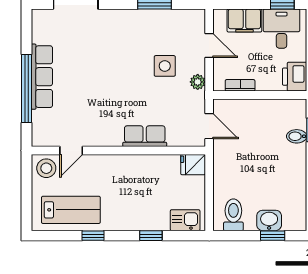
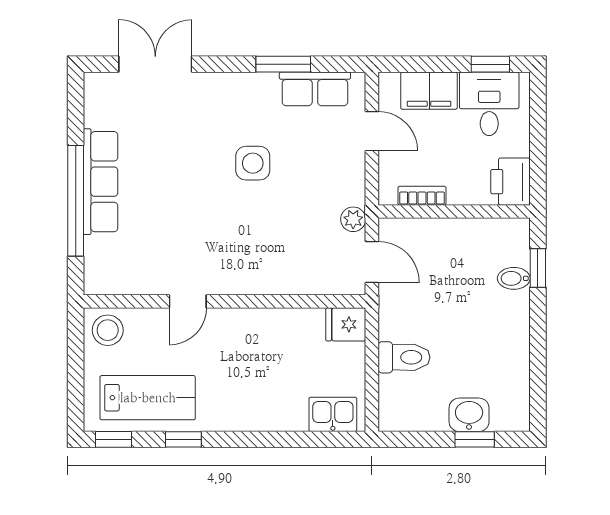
side table: (165, 66) -> (253, 163), moved
plant: (198, 82) -> (353, 219), moved
row of seats: (145, 136) -> (315, 89), moved, turned 180
door: (71, 150) -> (188, 301), moved
toilet: (233, 215) -> (404, 357), moved, turned 90
window: (151, 236) -> (114, 439), moved

